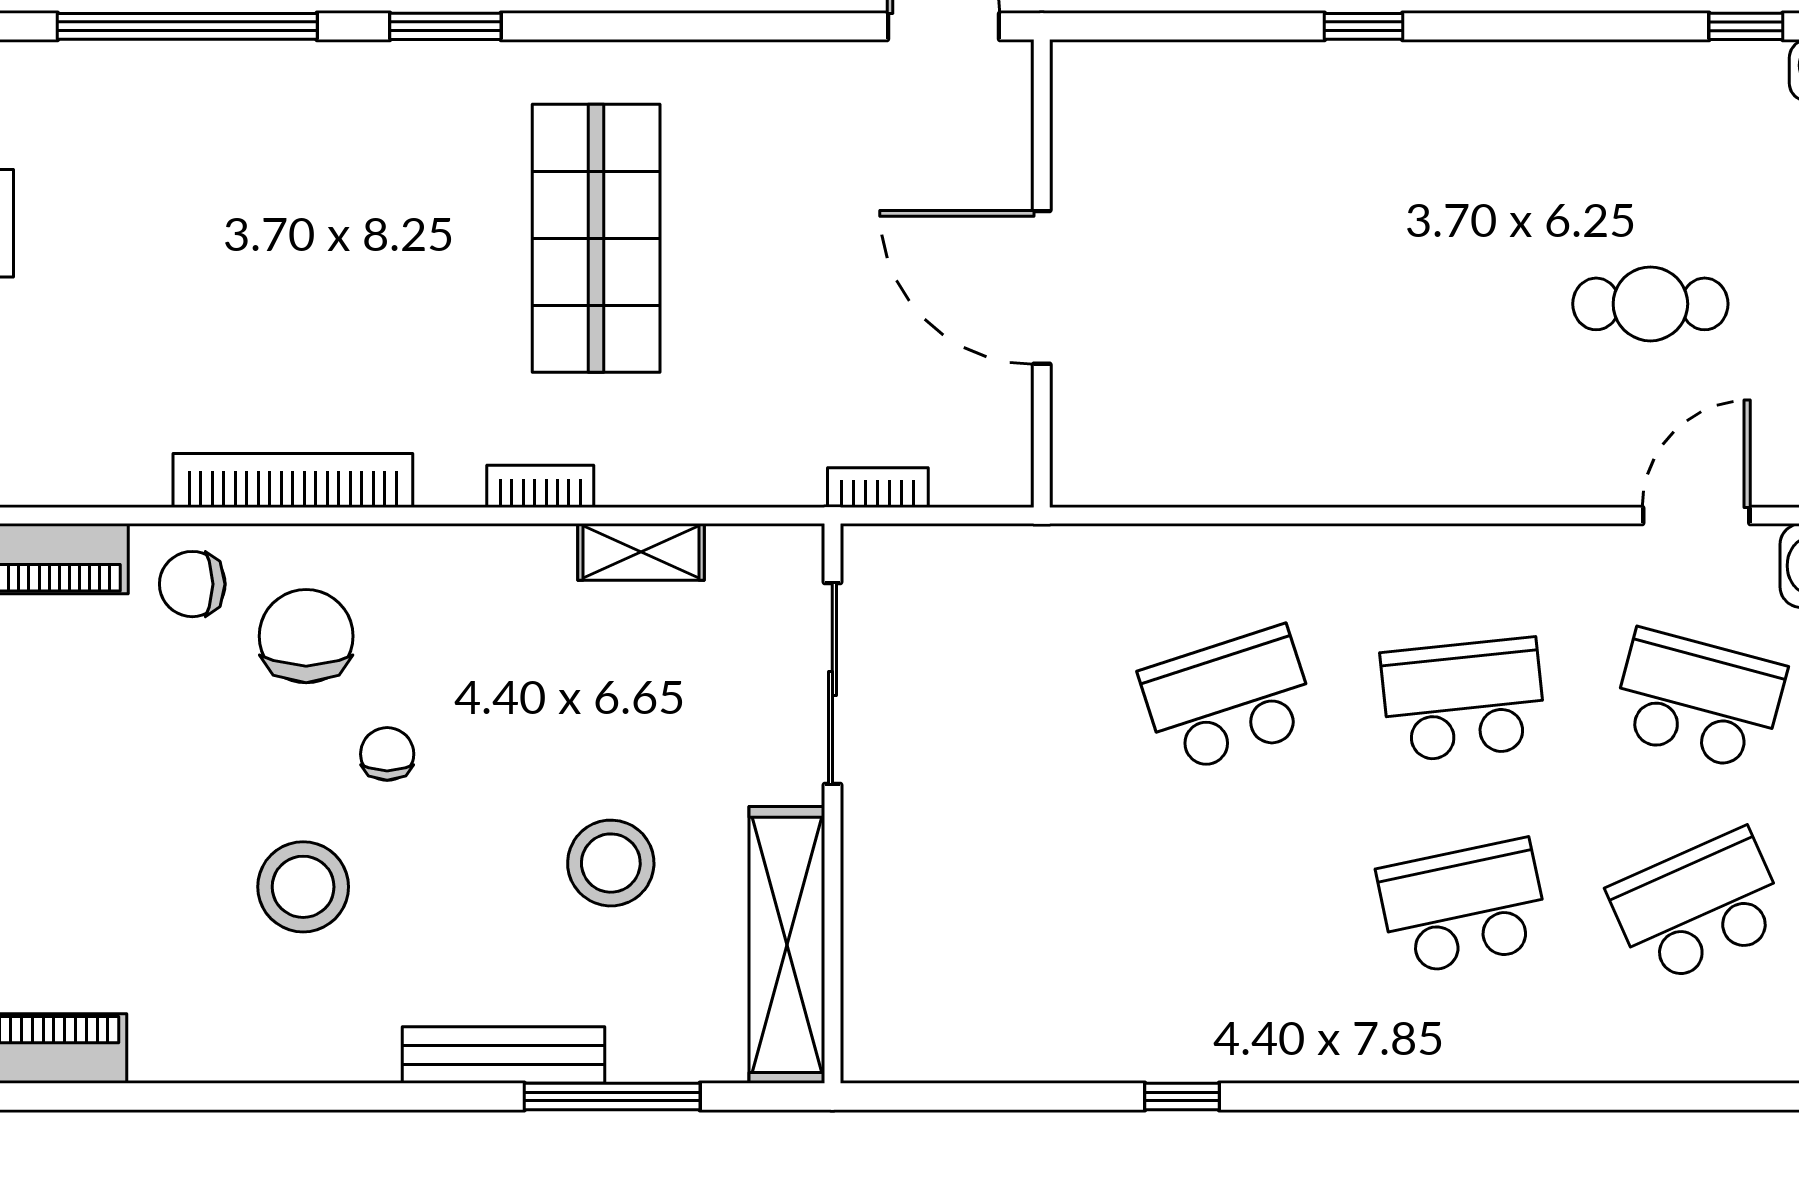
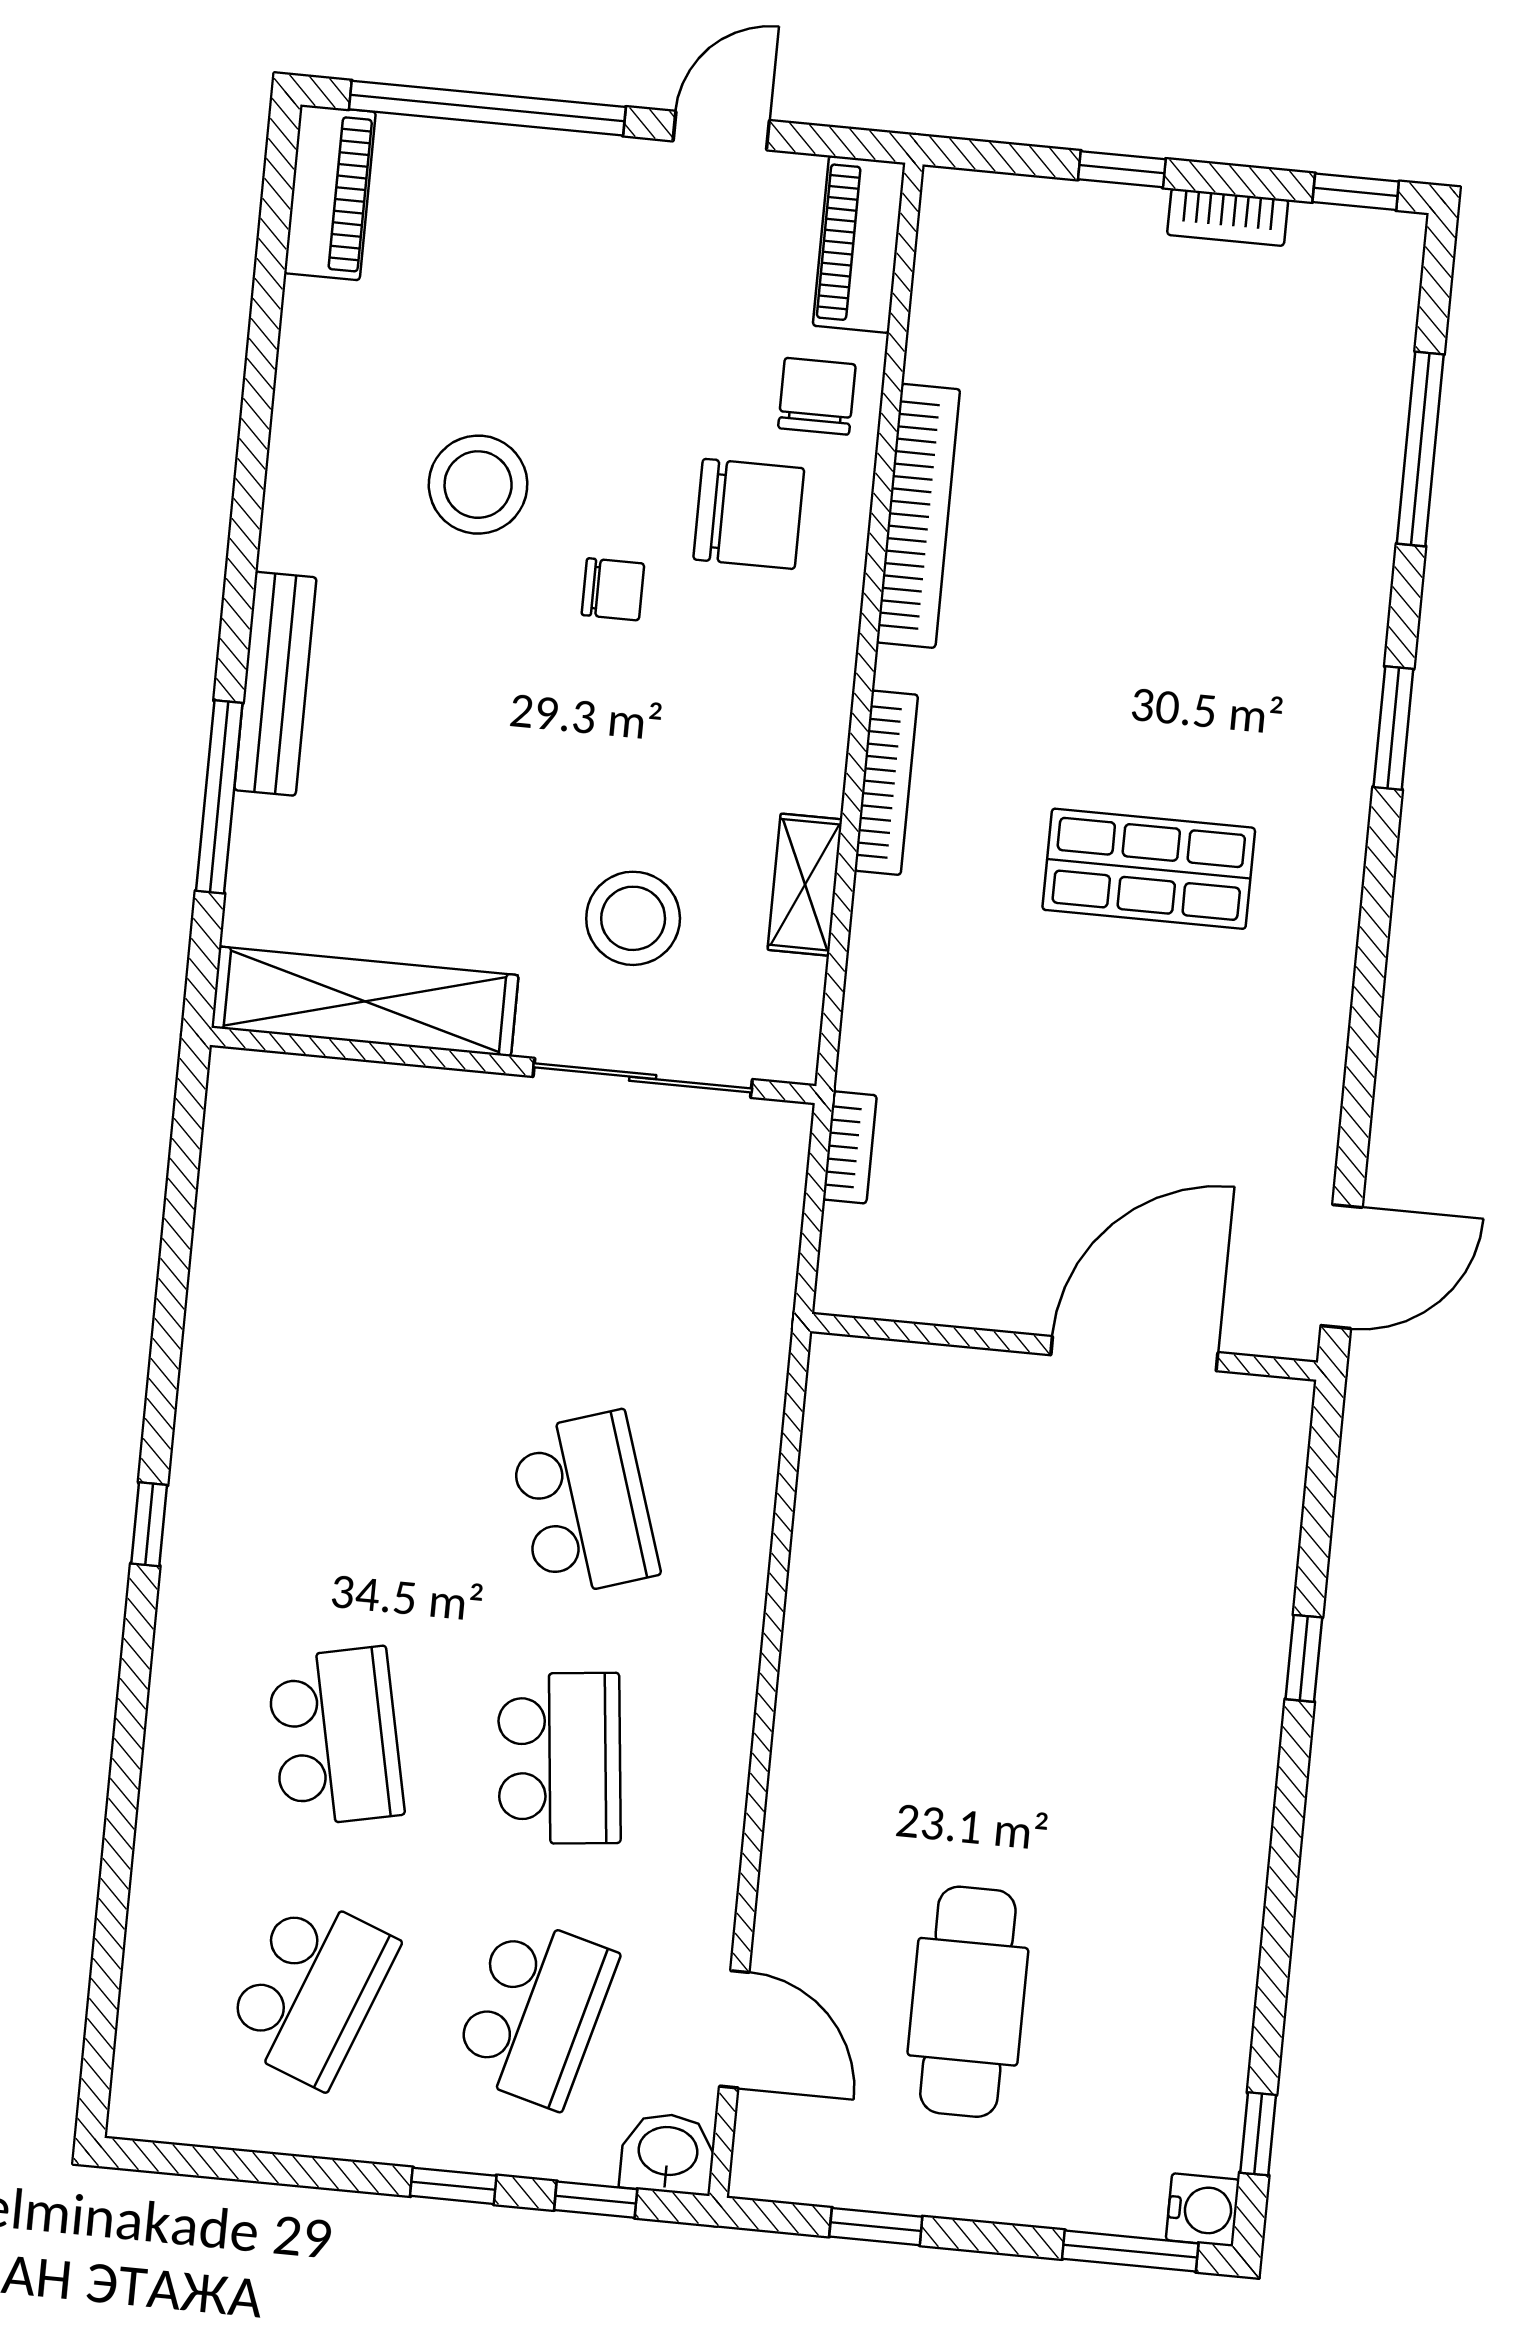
window: (187, 26) -> (1420, 449), width x0.68
window: (1363, 26) -> (1304, 1658), moved
shop shelf: (596, 238) -> (1149, 869), width x0.70, depth x0.74
door: (1042, 287) -> (1134, 1354), moved
cafe table: (1650, 304) -> (968, 2002), width x1.37, depth x1.35
bookcase: (540, 486) -> (886, 783), width x1.56
stool: (611, 863) -> (633, 918), moved
school desk: (1698, 907) -> (311, 1991), turned 45
window: (1182, 1096) -> (149, 1524), moved

